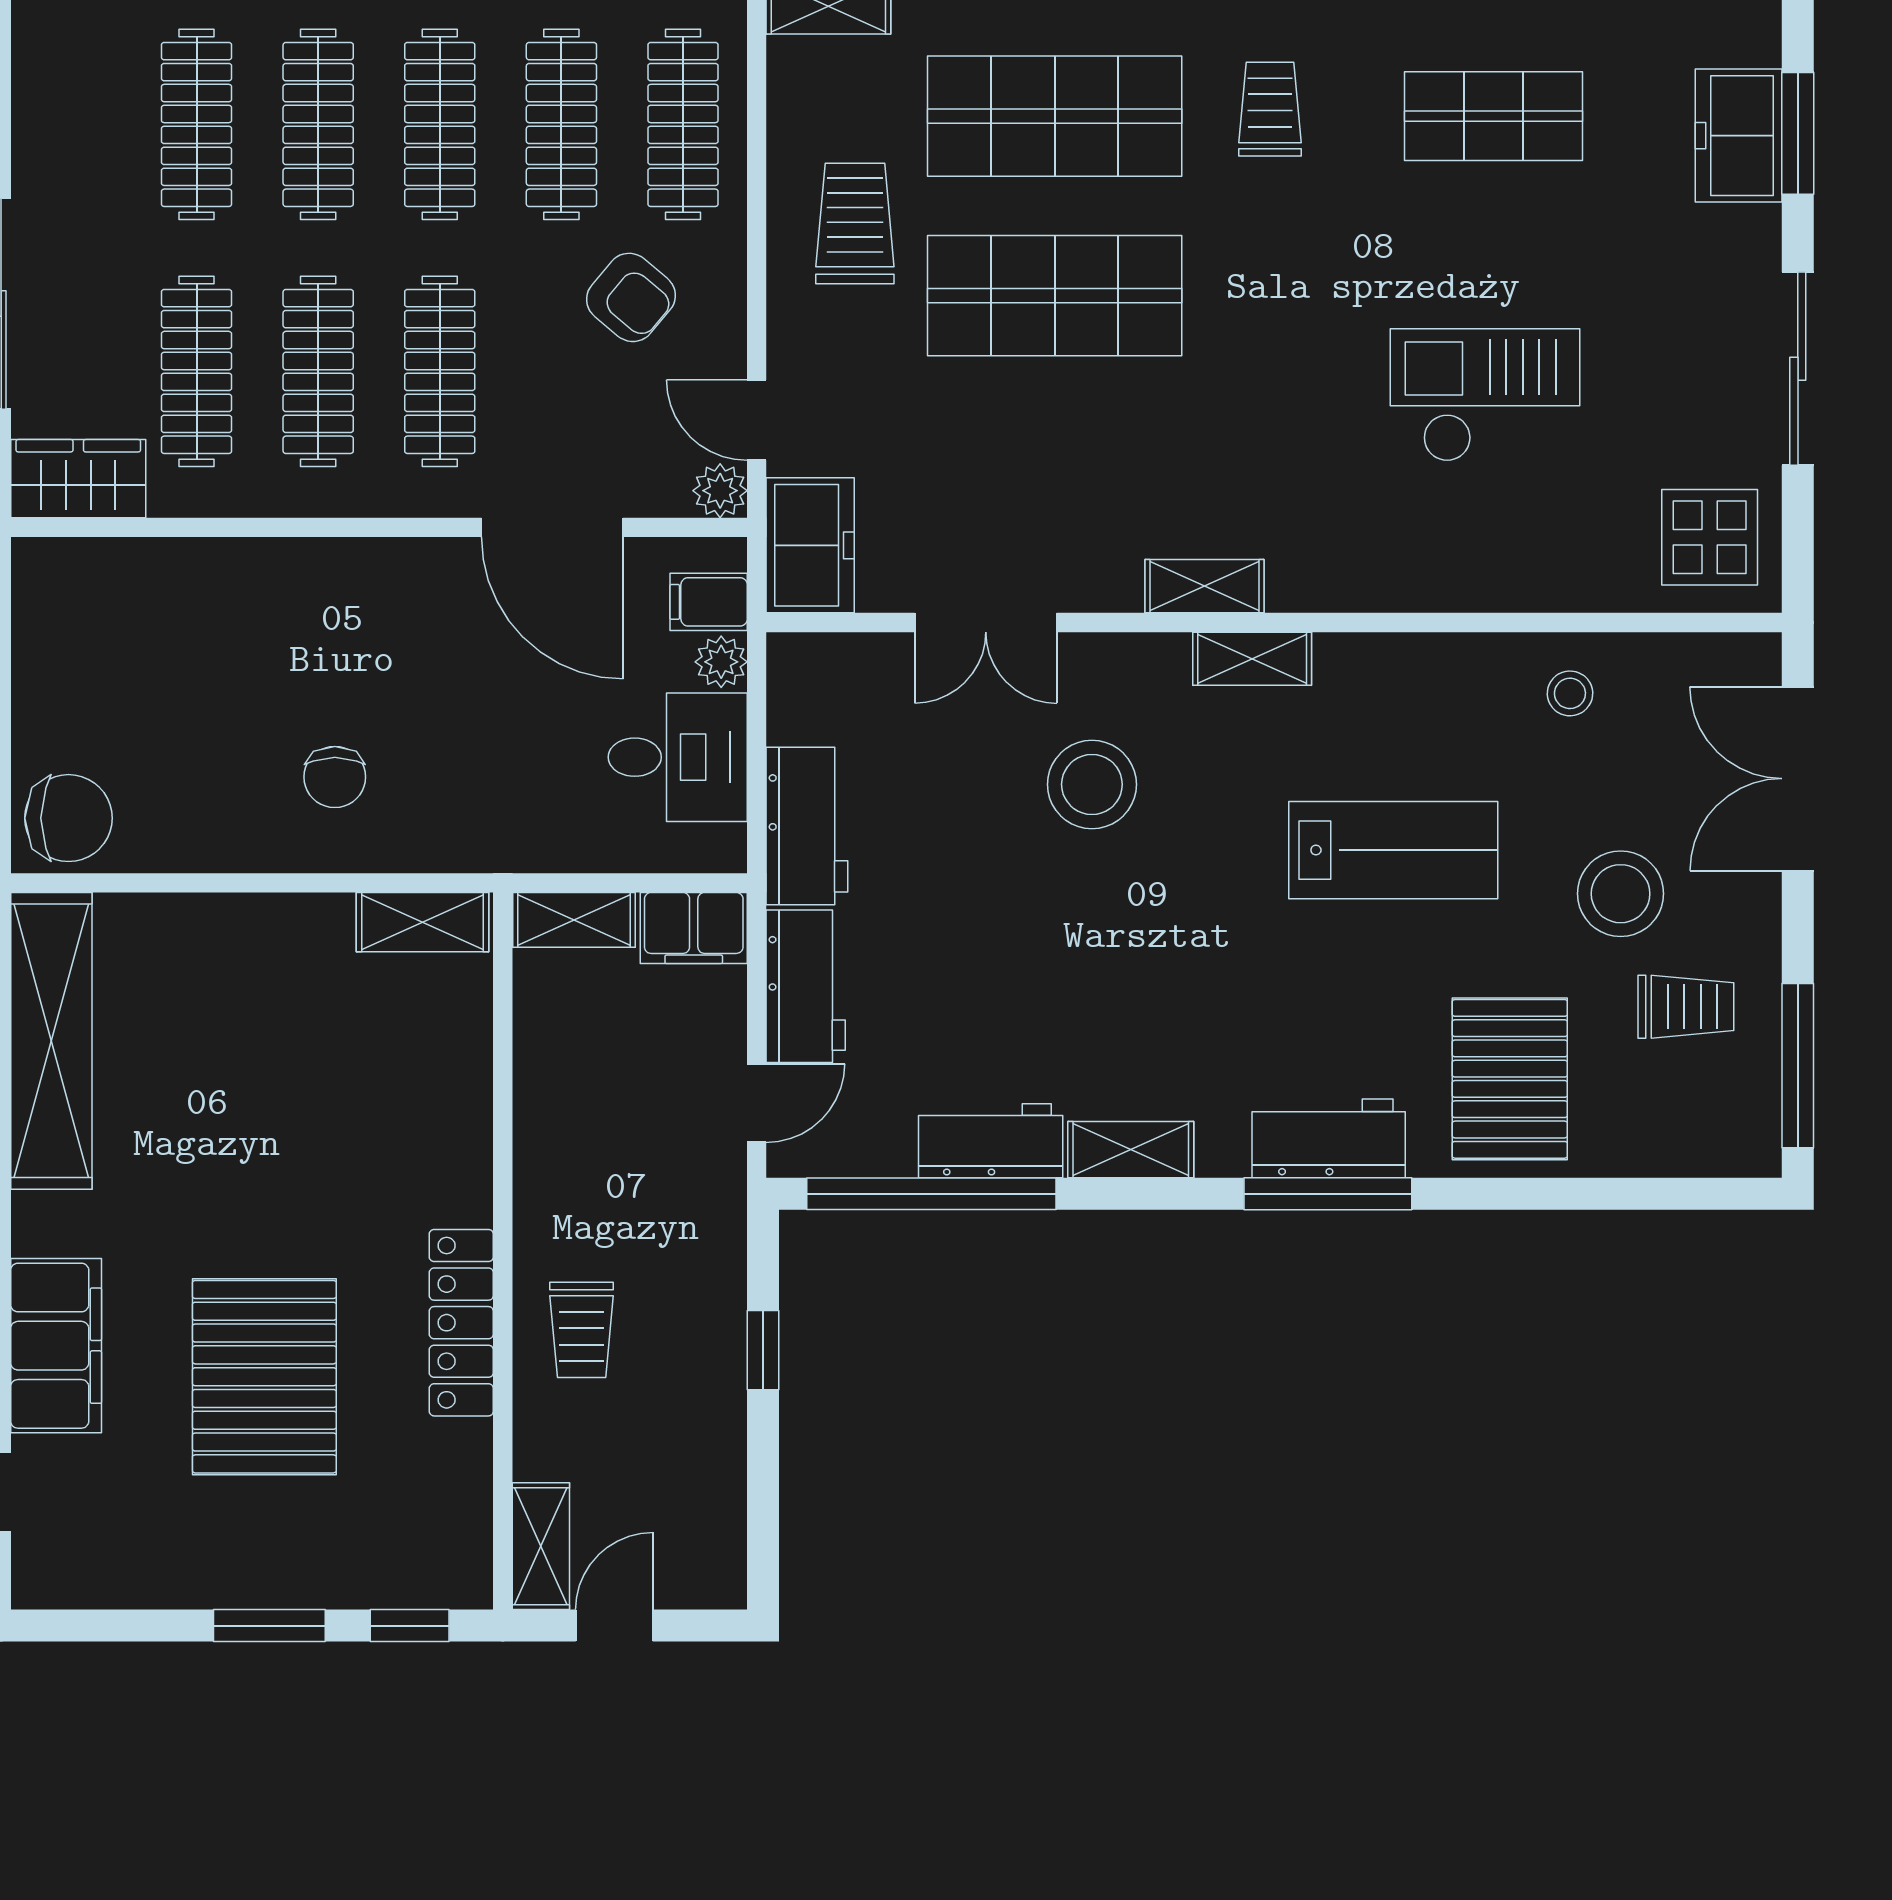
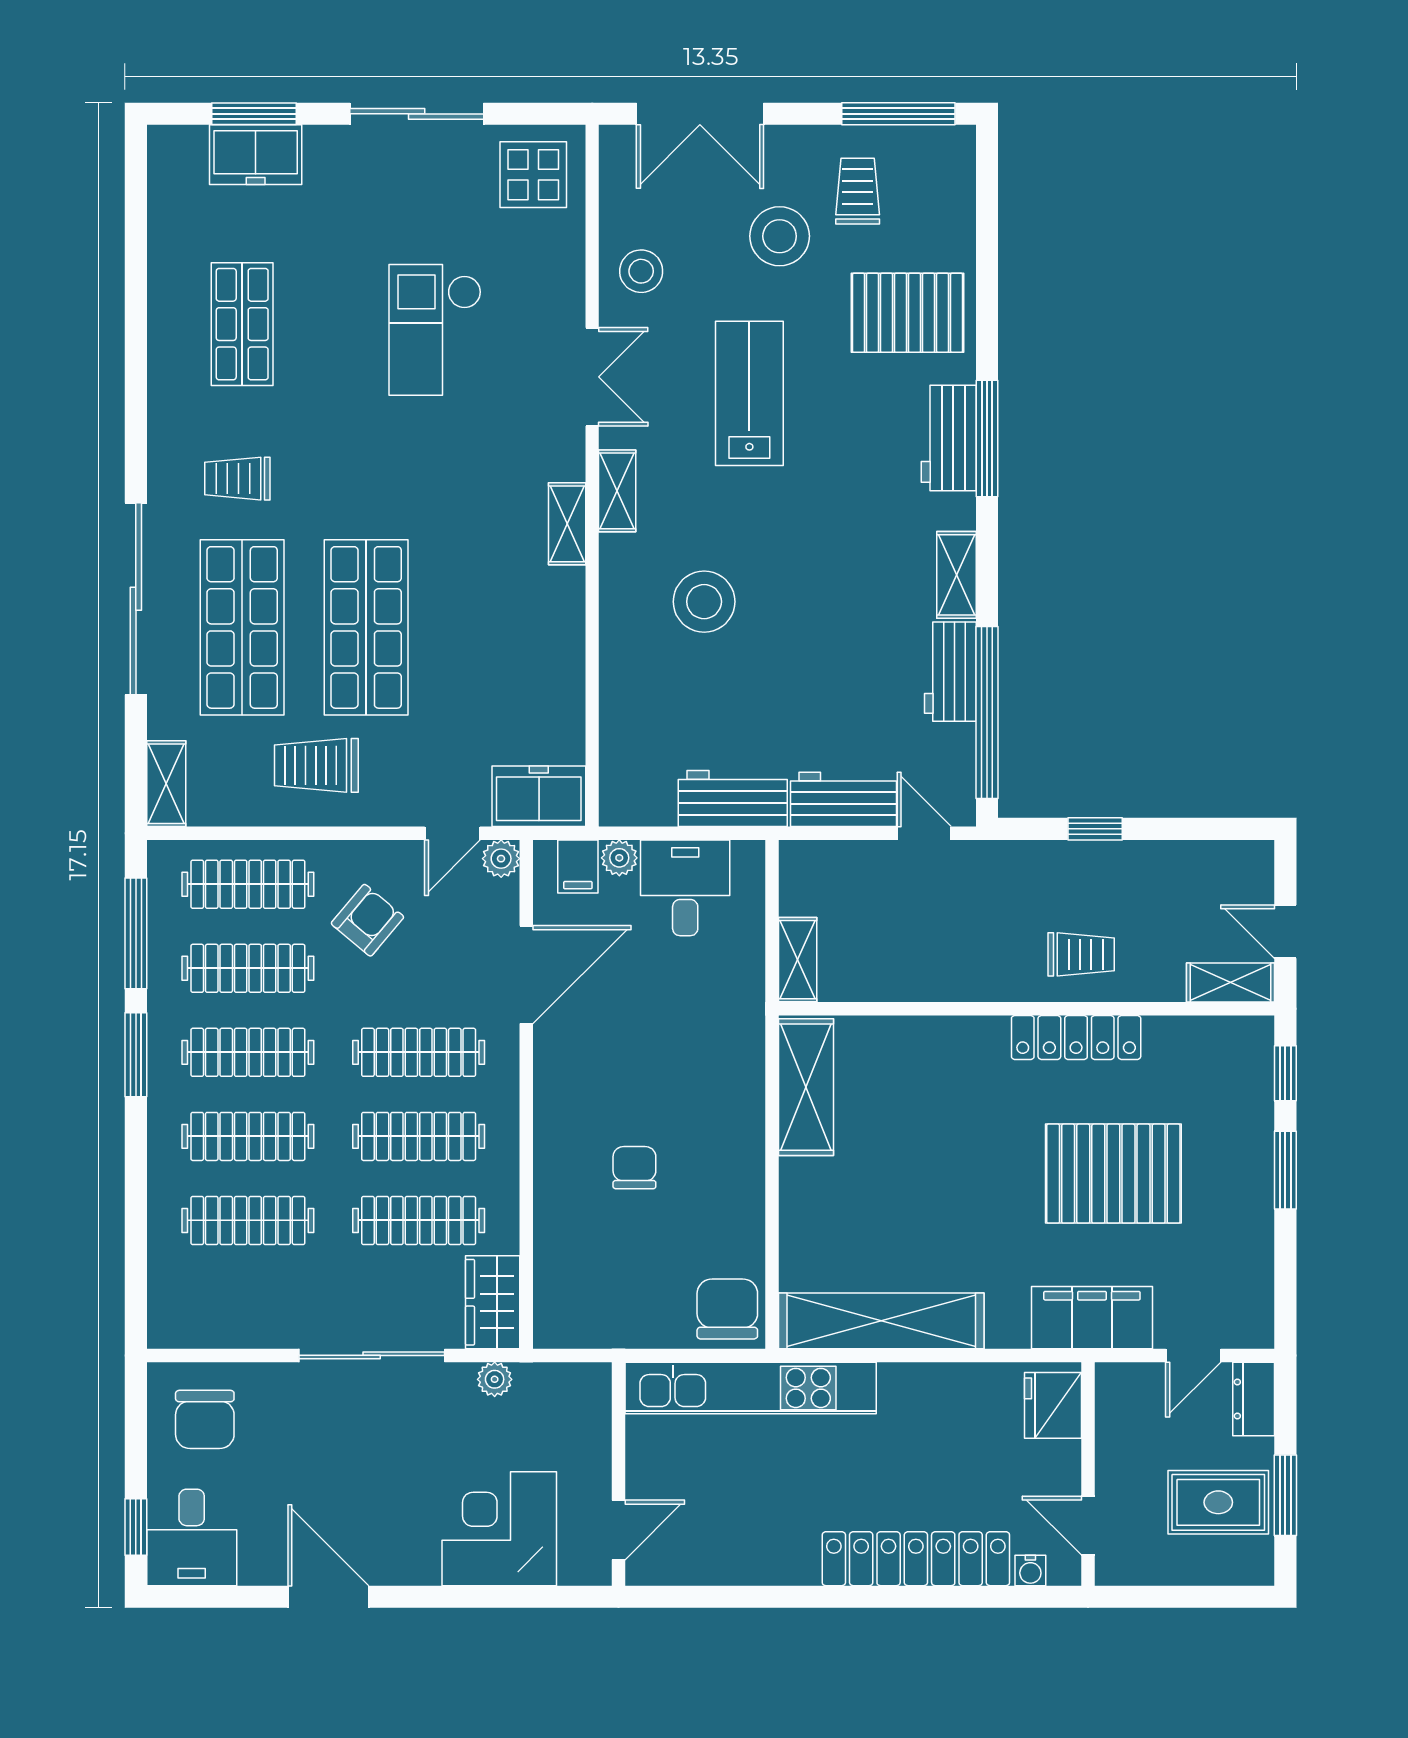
double door: (986, 623) -> (592, 377), moved
stool: (1570, 693) -> (641, 271), width x1.37, depth x1.37
chair: (335, 777) -> (634, 1168), moved, turned -90
shelving: (422, 922) -> (806, 1087), width x1.50, depth x1.33
filing cabinet: (694, 928) -> (803, 877), removed

